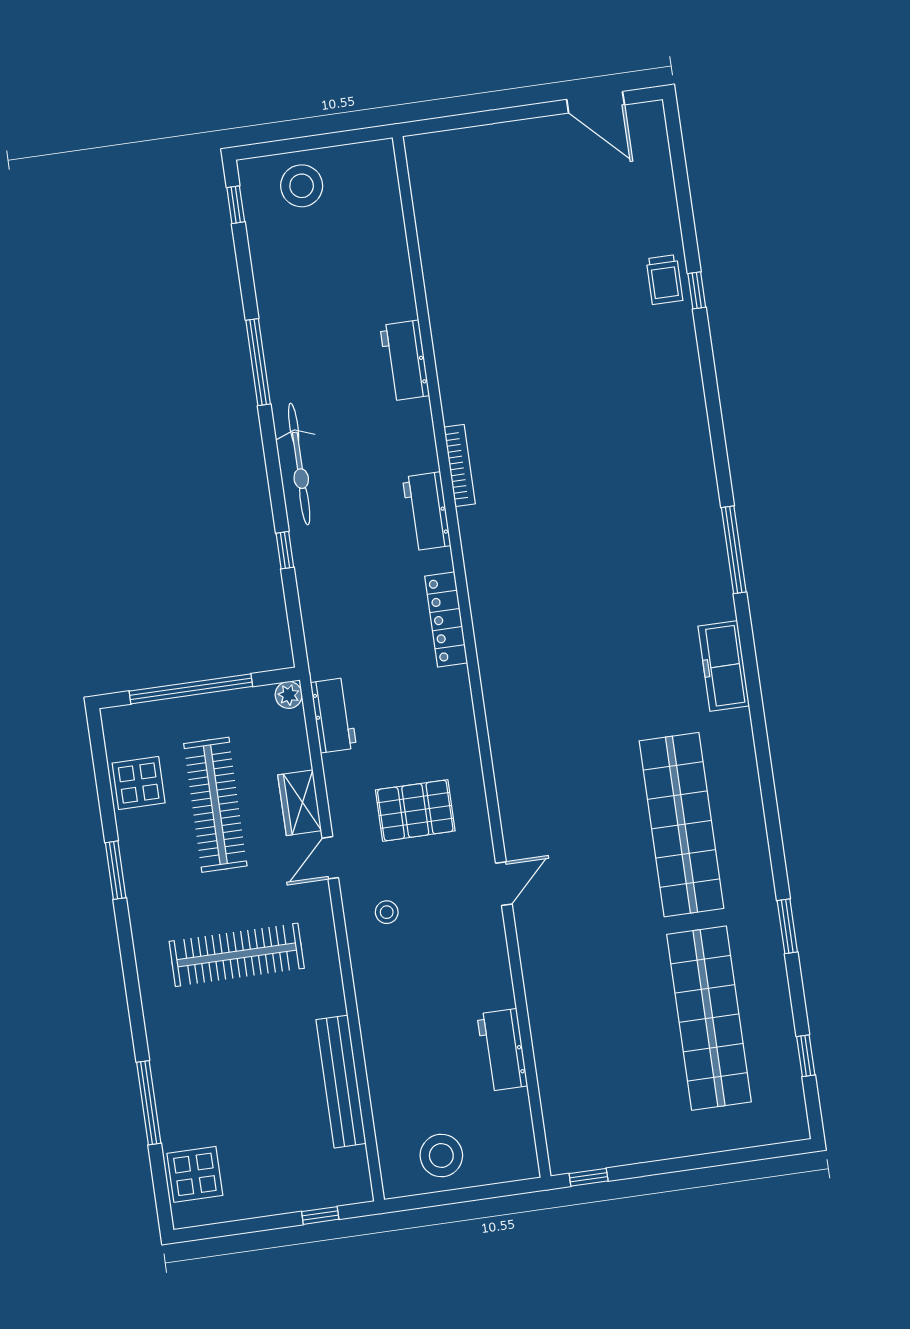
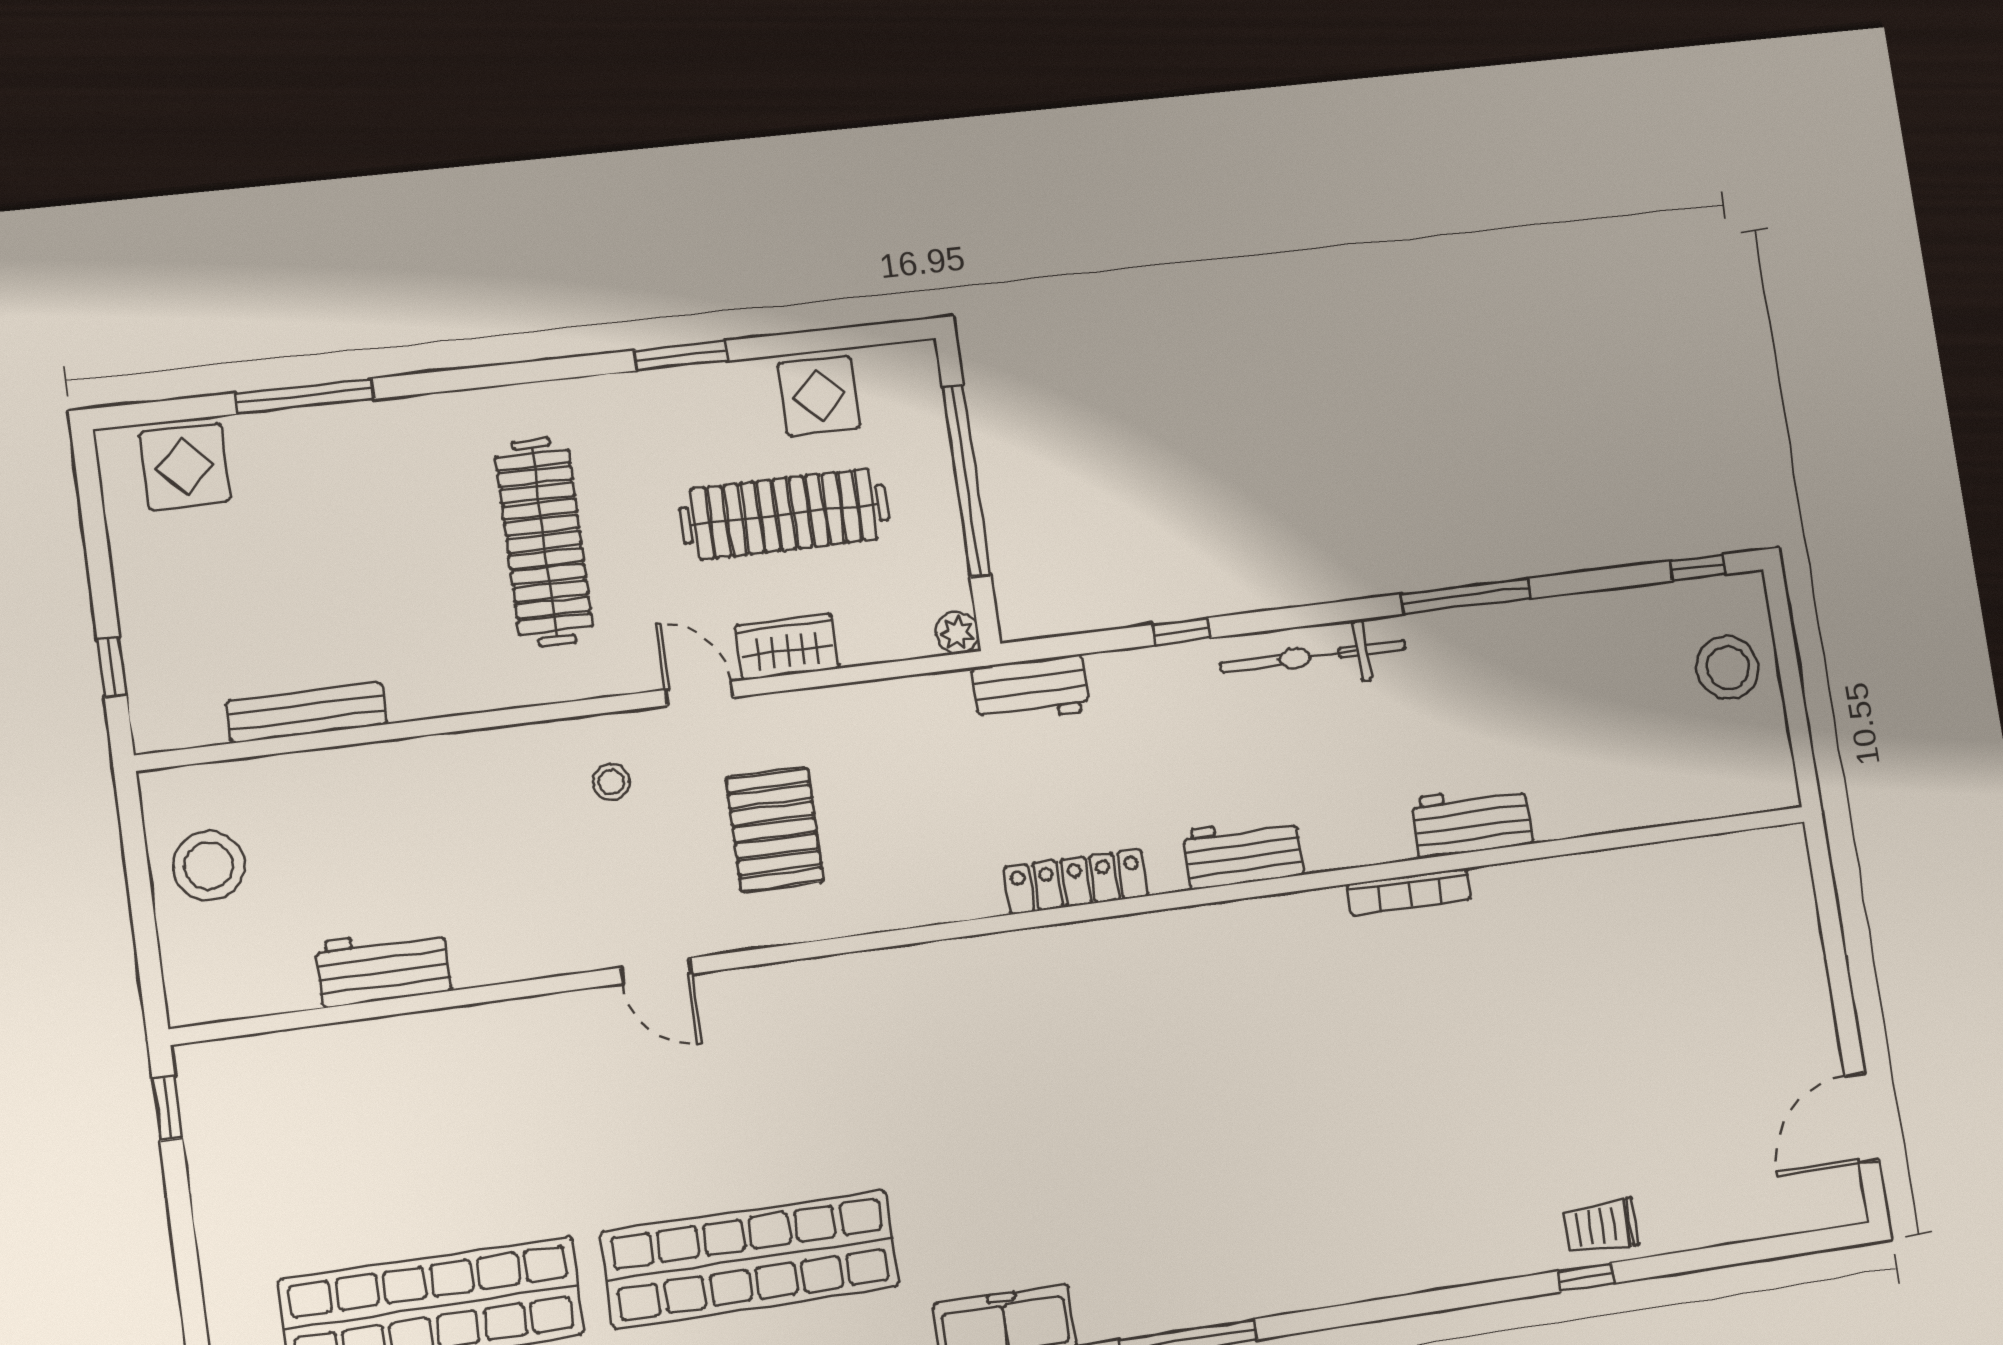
bookcase: (460, 466) -> (1409, 892), moved
workbench: (333, 715) -> (1031, 689), moved
bench: (341, 1082) -> (307, 713), width x0.73, depth x0.82

